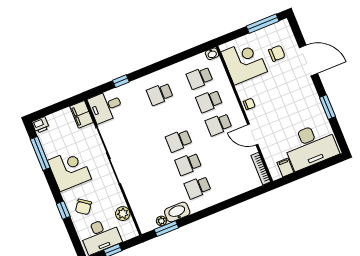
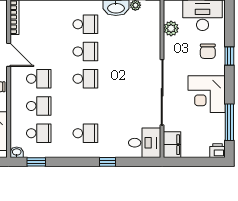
window: (192, 52) -> (36, 162), added
window: (121, 81) -> (108, 162), moved
chair: (83, 207) -> (208, 51), turned 144

